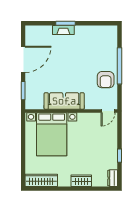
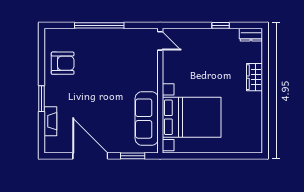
fireplace: (63, 30) -> (50, 121), moved
armchair: (106, 80) -> (63, 63), moved
sofa: (64, 101) -> (147, 119), moved
wardrobe: (41, 180) -> (254, 131), removed

